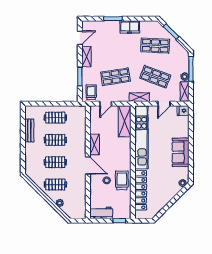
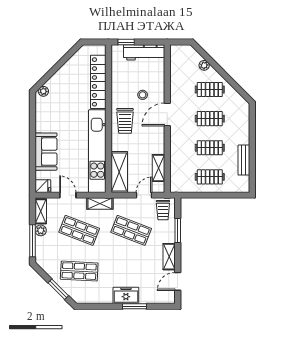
freezer: (130, 27) -> (126, 295), moved
shop shelf: (116, 77) -> (131, 230), turned 30
door: (164, 104) -> (68, 195), hinge flipped
shelving: (95, 145) -> (159, 168), moved
sofa: (181, 152) -> (46, 152), moved
door: (88, 165) -> (167, 114), hinge flipped
trolley: (122, 180) -> (125, 121), moved
workbench: (101, 213) -> (144, 52), width x1.38

